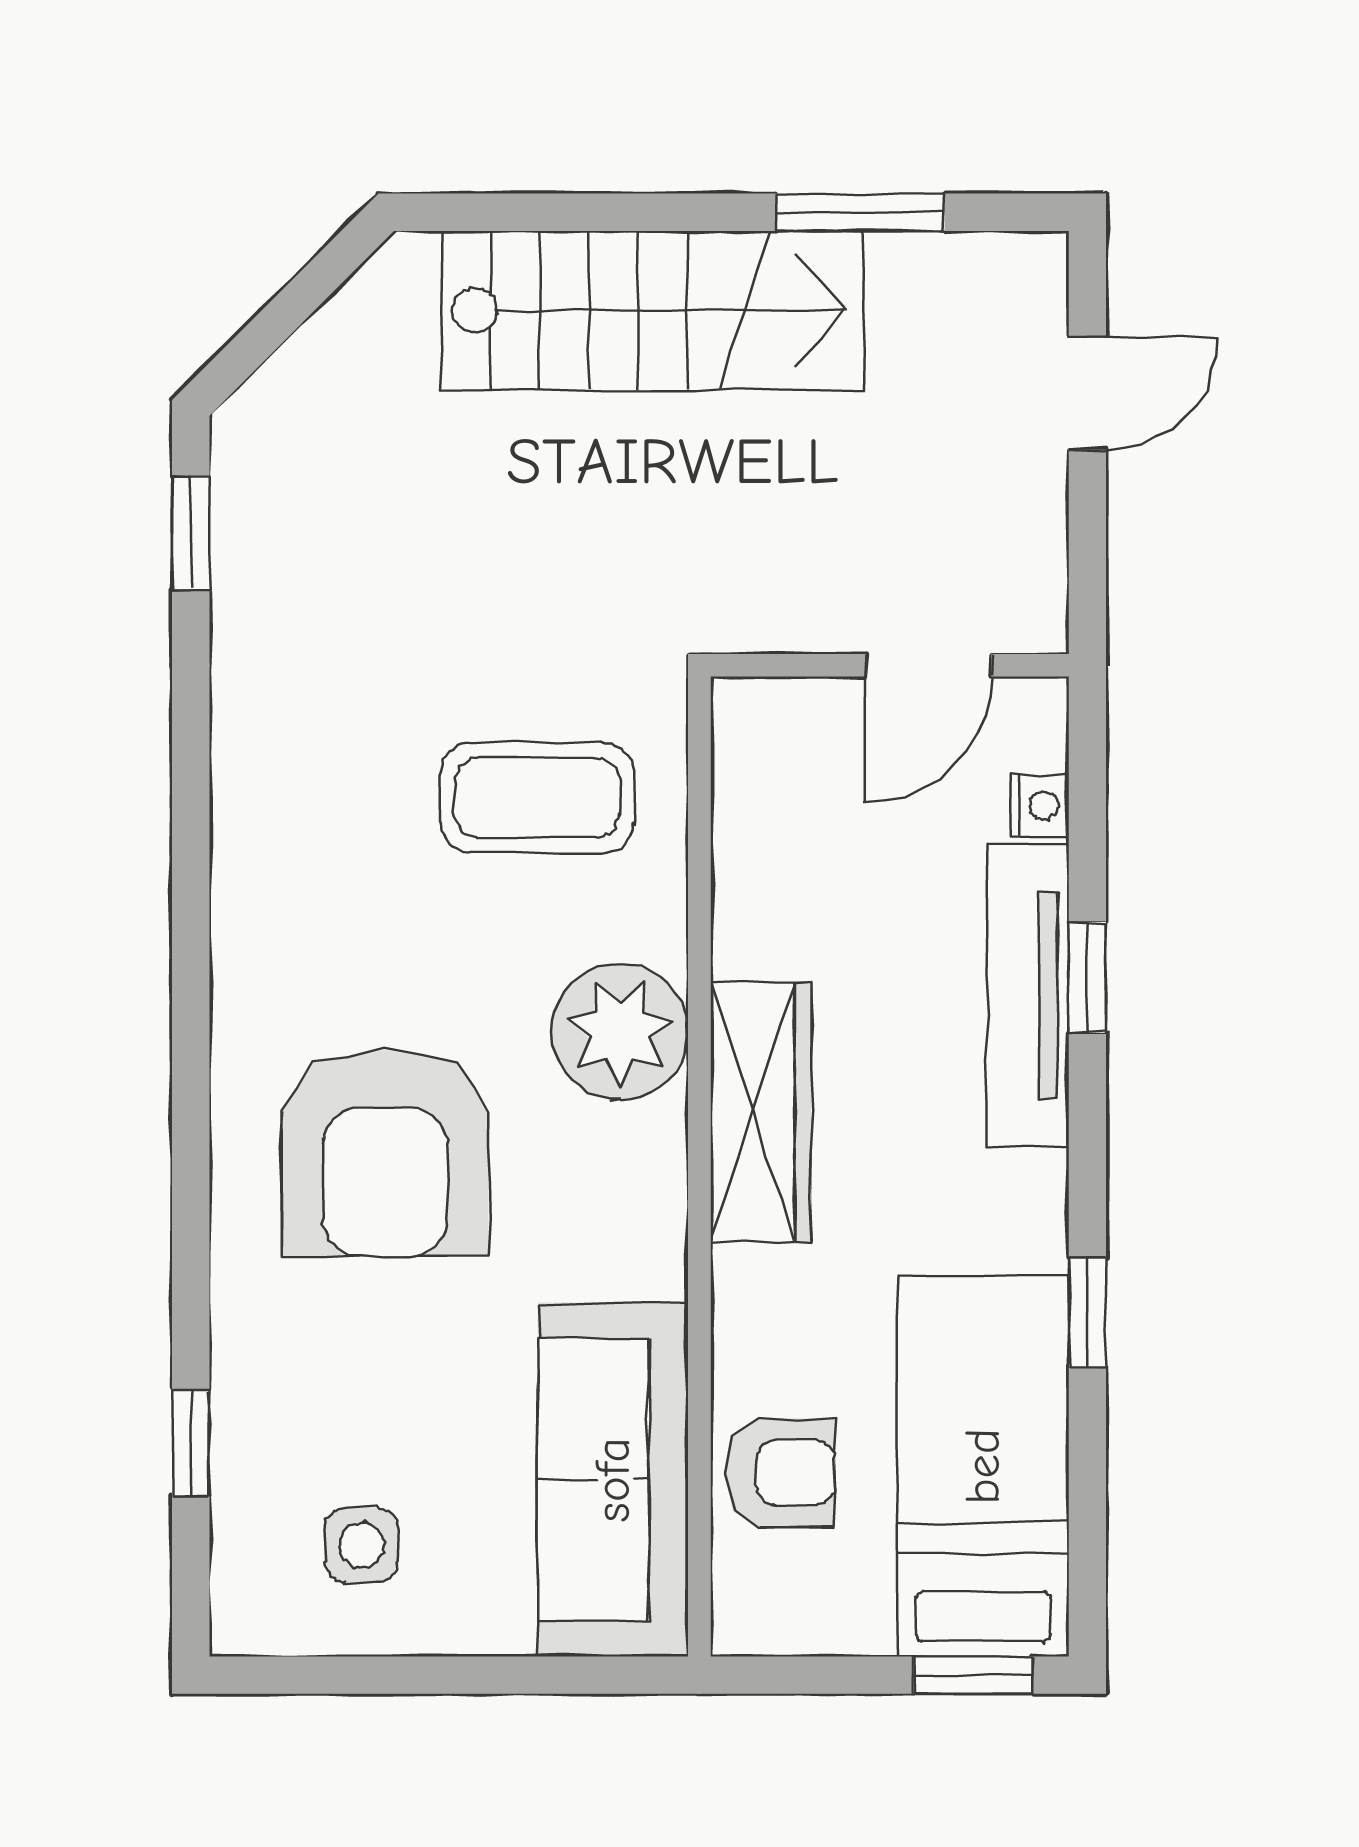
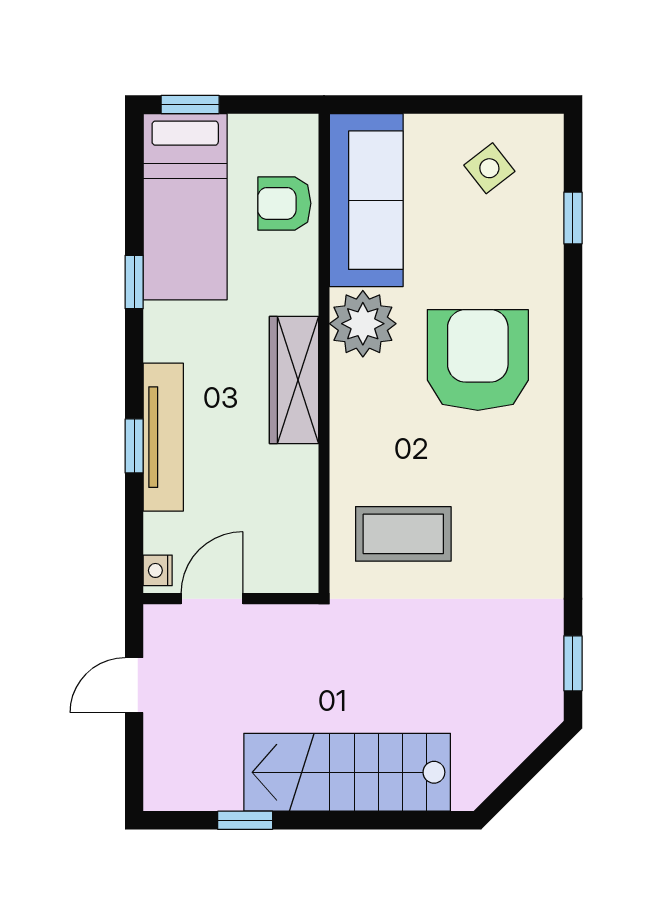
window: (861, 212) -> (245, 820), width x0.67
door: (1087, 394) -> (134, 685), moved
nightstand: (1039, 805) -> (158, 570), moved
plant: (620, 1032) -> (363, 324), moved
side table: (361, 1545) -> (489, 168), turned -38

